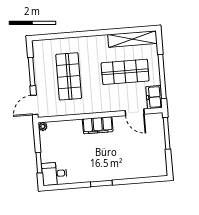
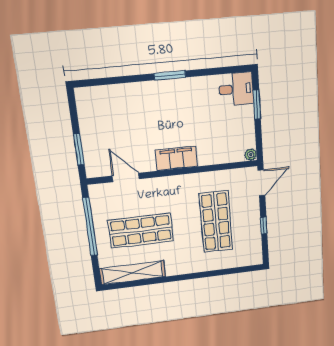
window: (32, 72) -> (264, 226), width x0.46
freezer: (154, 97) -> (100, 199), removed
window: (167, 133) -> (79, 150), width x0.69

